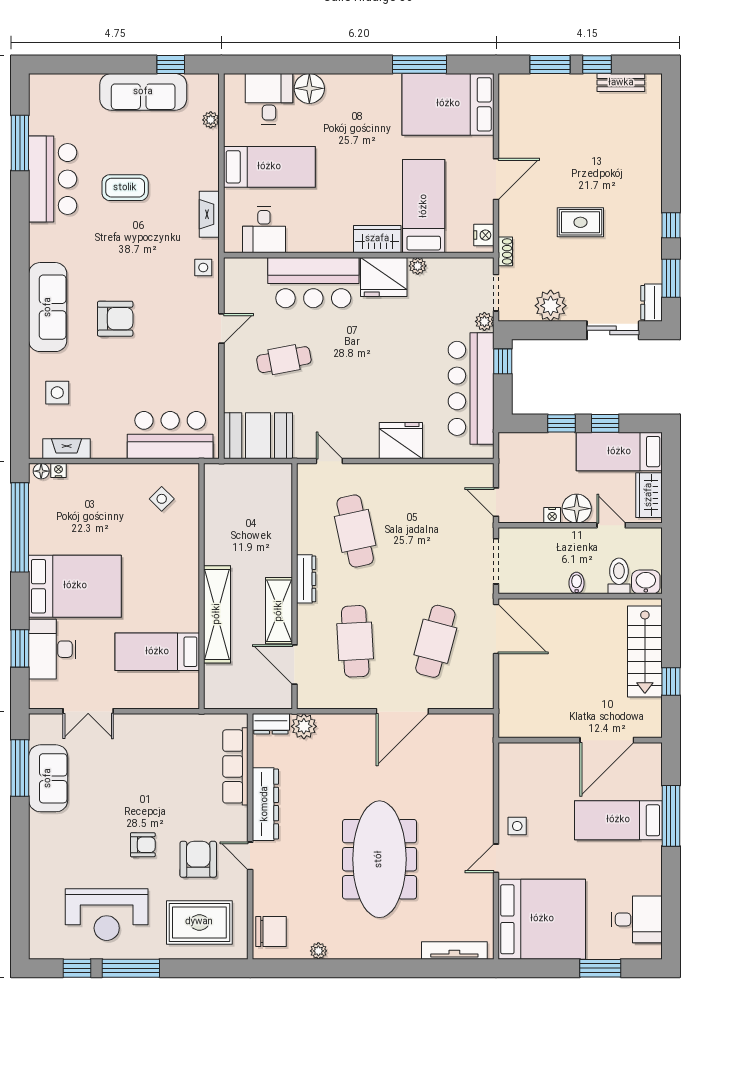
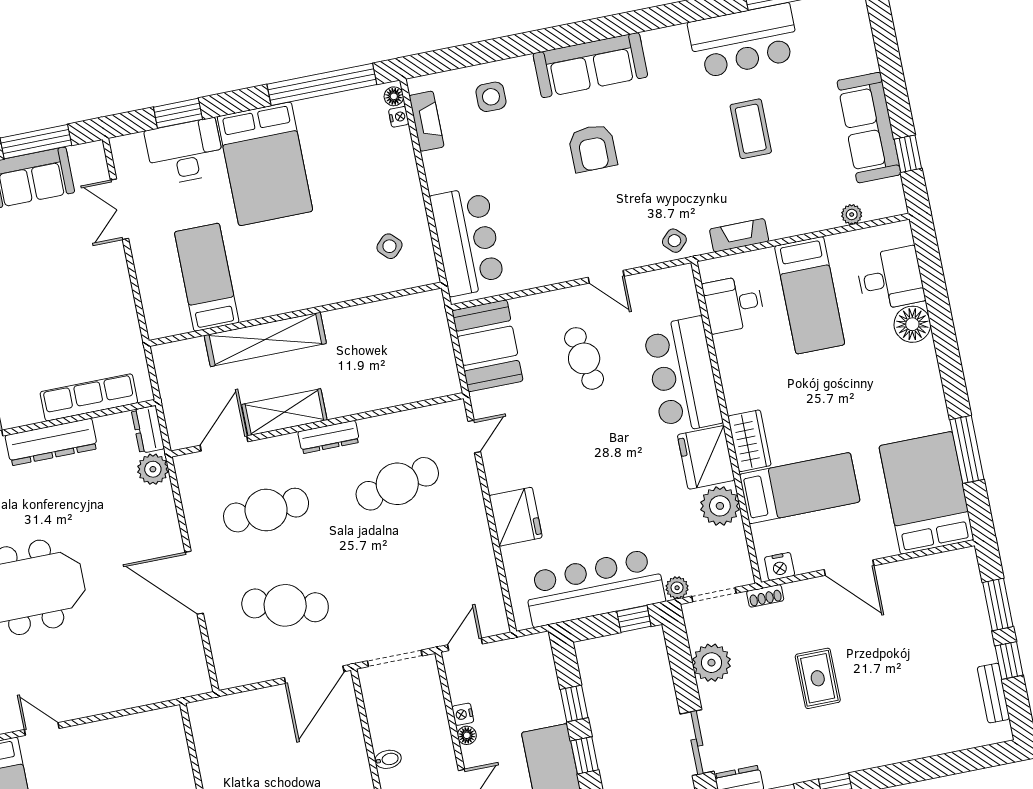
plant: (418, 266) -> (720, 506), width x1.88, depth x1.88
side table: (203, 267) -> (674, 241), turned 45
floor lamp: (577, 509) -> (467, 735), width x0.53, depth x0.53
side table: (517, 826) -> (85, 746), removed

